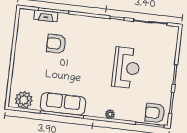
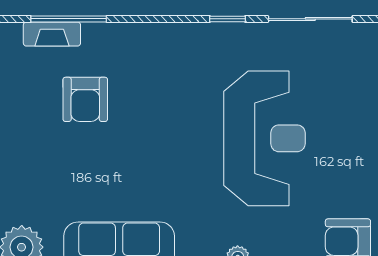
armchair: (56, 44) -> (85, 99), turned -90
reception desk: (126, 68) -> (264, 138), width x1.36, depth x1.30

